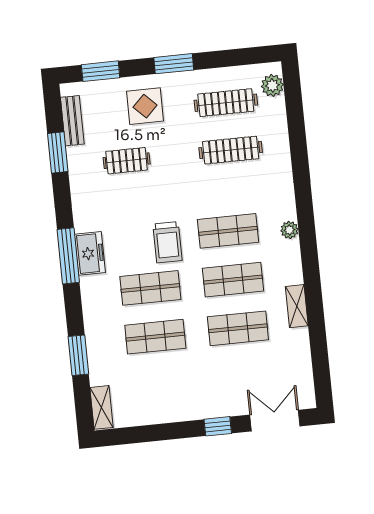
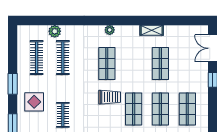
plant: (272, 85) -> (55, 31), moved
shop shelf: (233, 280) -> (187, 109), moved

